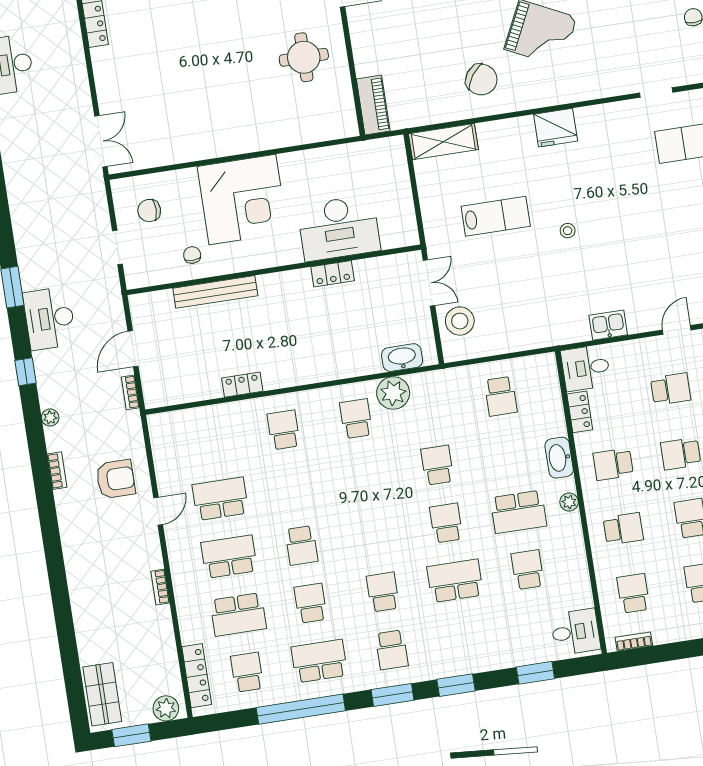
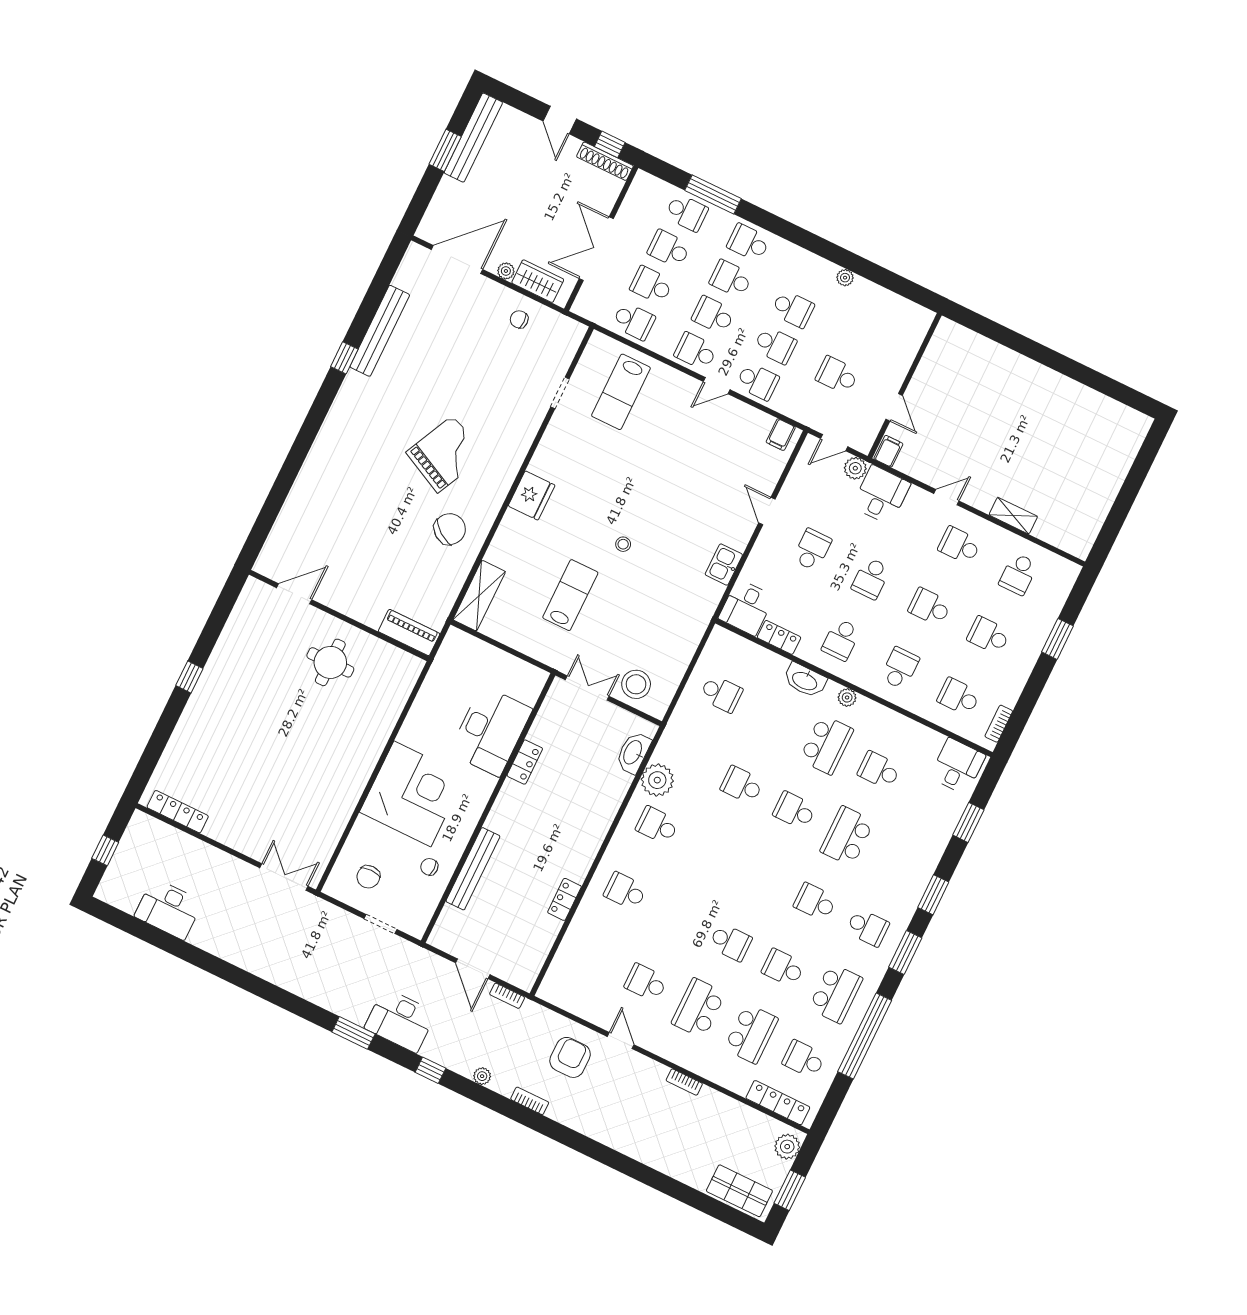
school desk: (220, 499) -> (646, 983), width x0.54
school desk: (319, 661) -> (836, 993), turned 180

